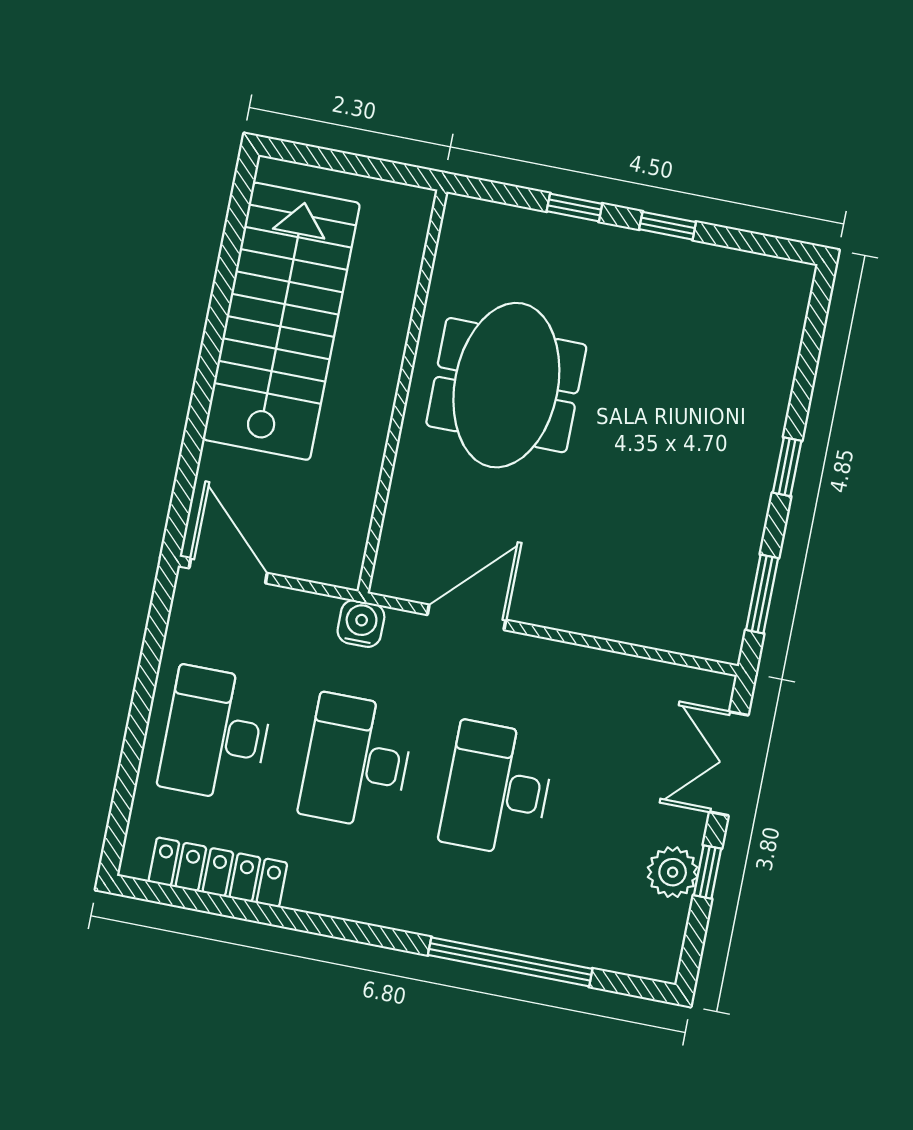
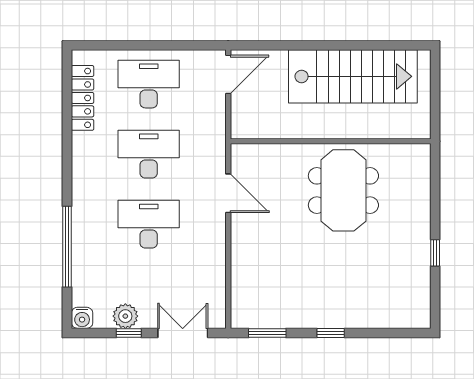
window: (574, 207) -> (435, 206), removed
meeting table: (506, 385) -> (343, 190), turned 90
water cooler: (361, 624) -> (82, 318), moved, turned 90

